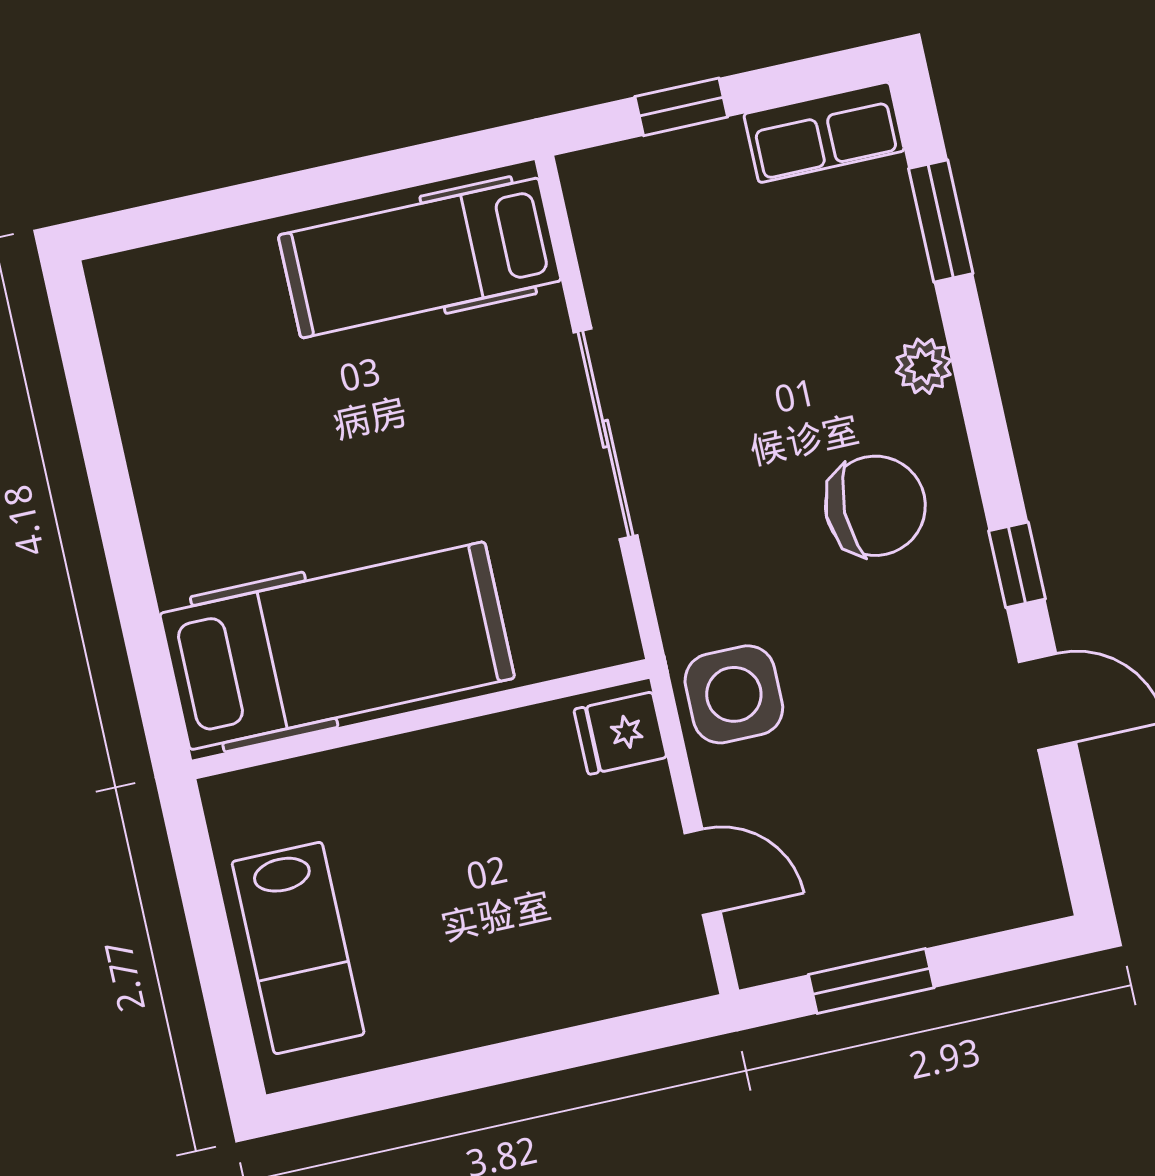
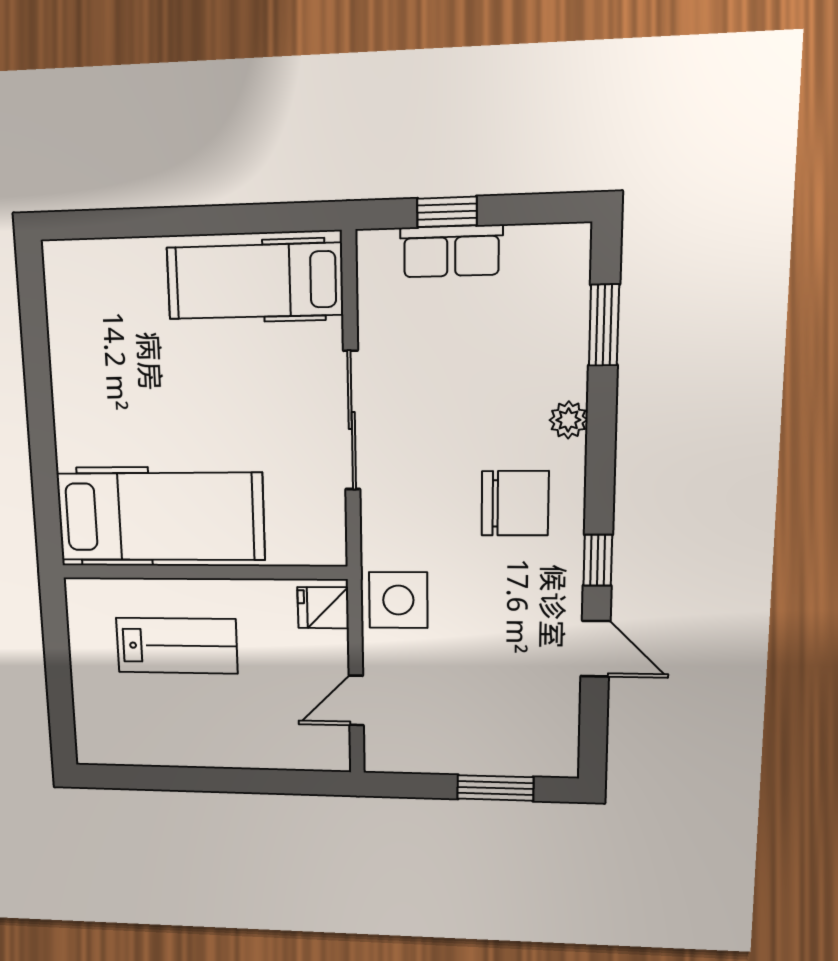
row of seats: (824, 132) -> (451, 251), moved
door: (703, 872) -> (356, 700), swing flipped
lab bench: (298, 948) -> (177, 646), moved, turned -90
window: (871, 981) -> (495, 788), moved

